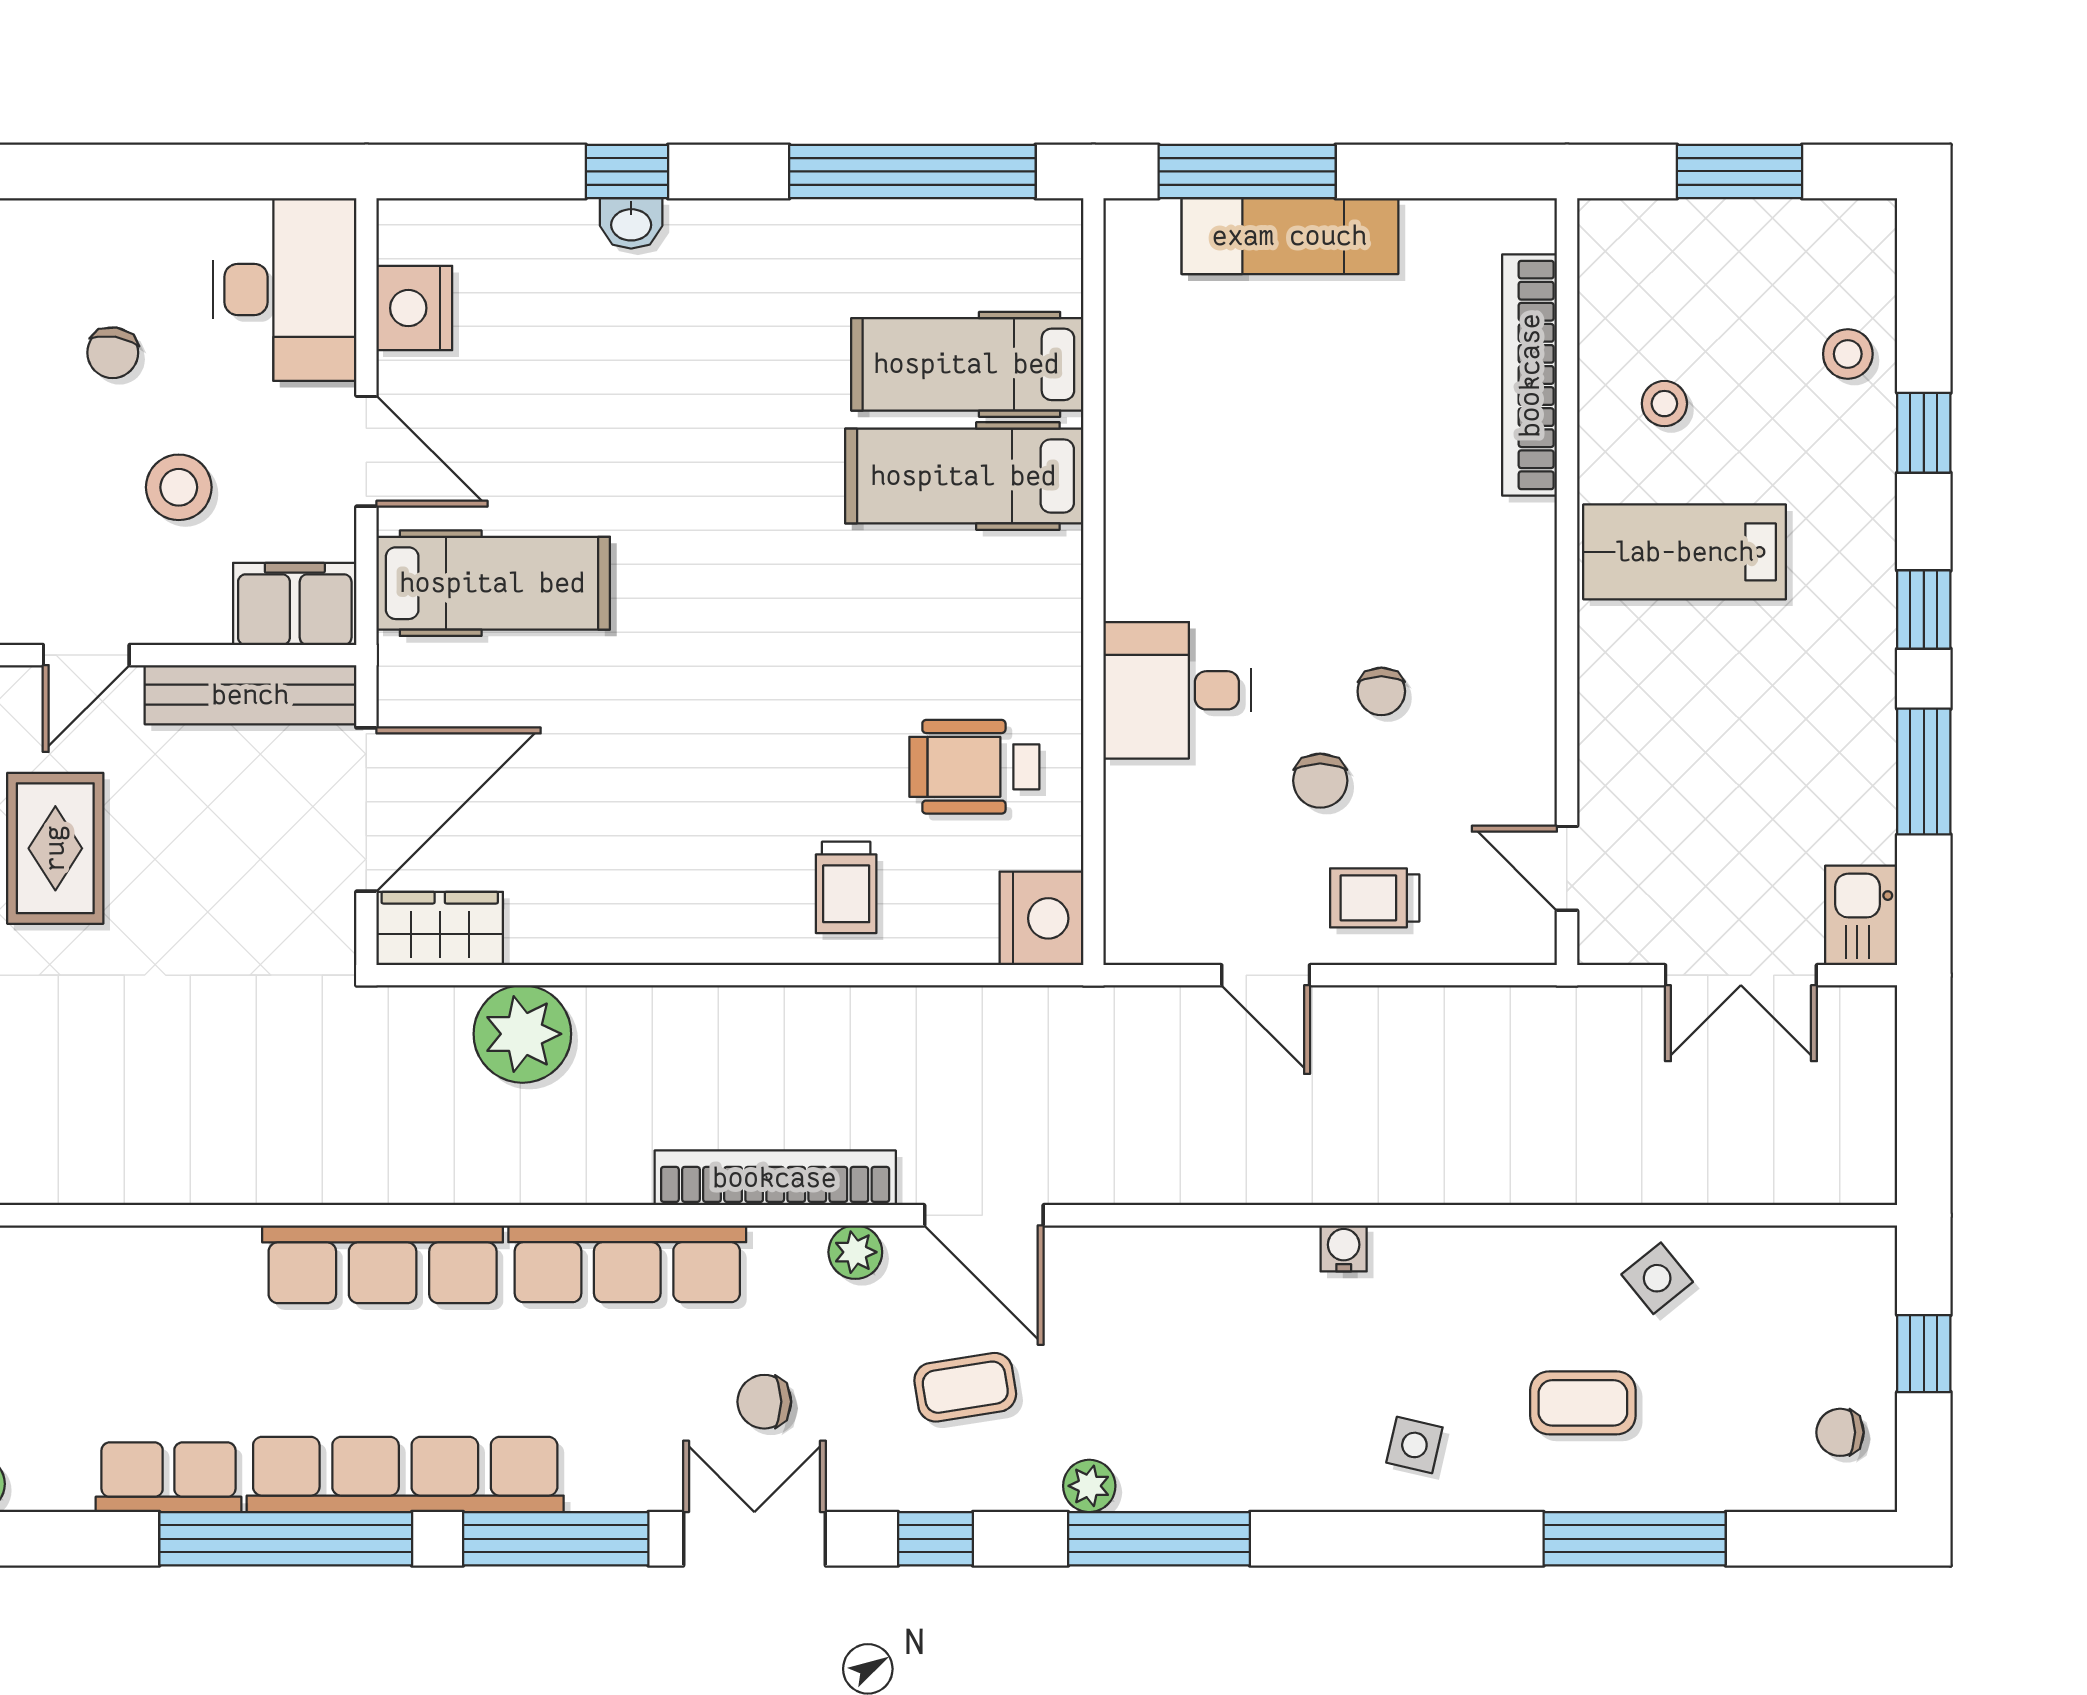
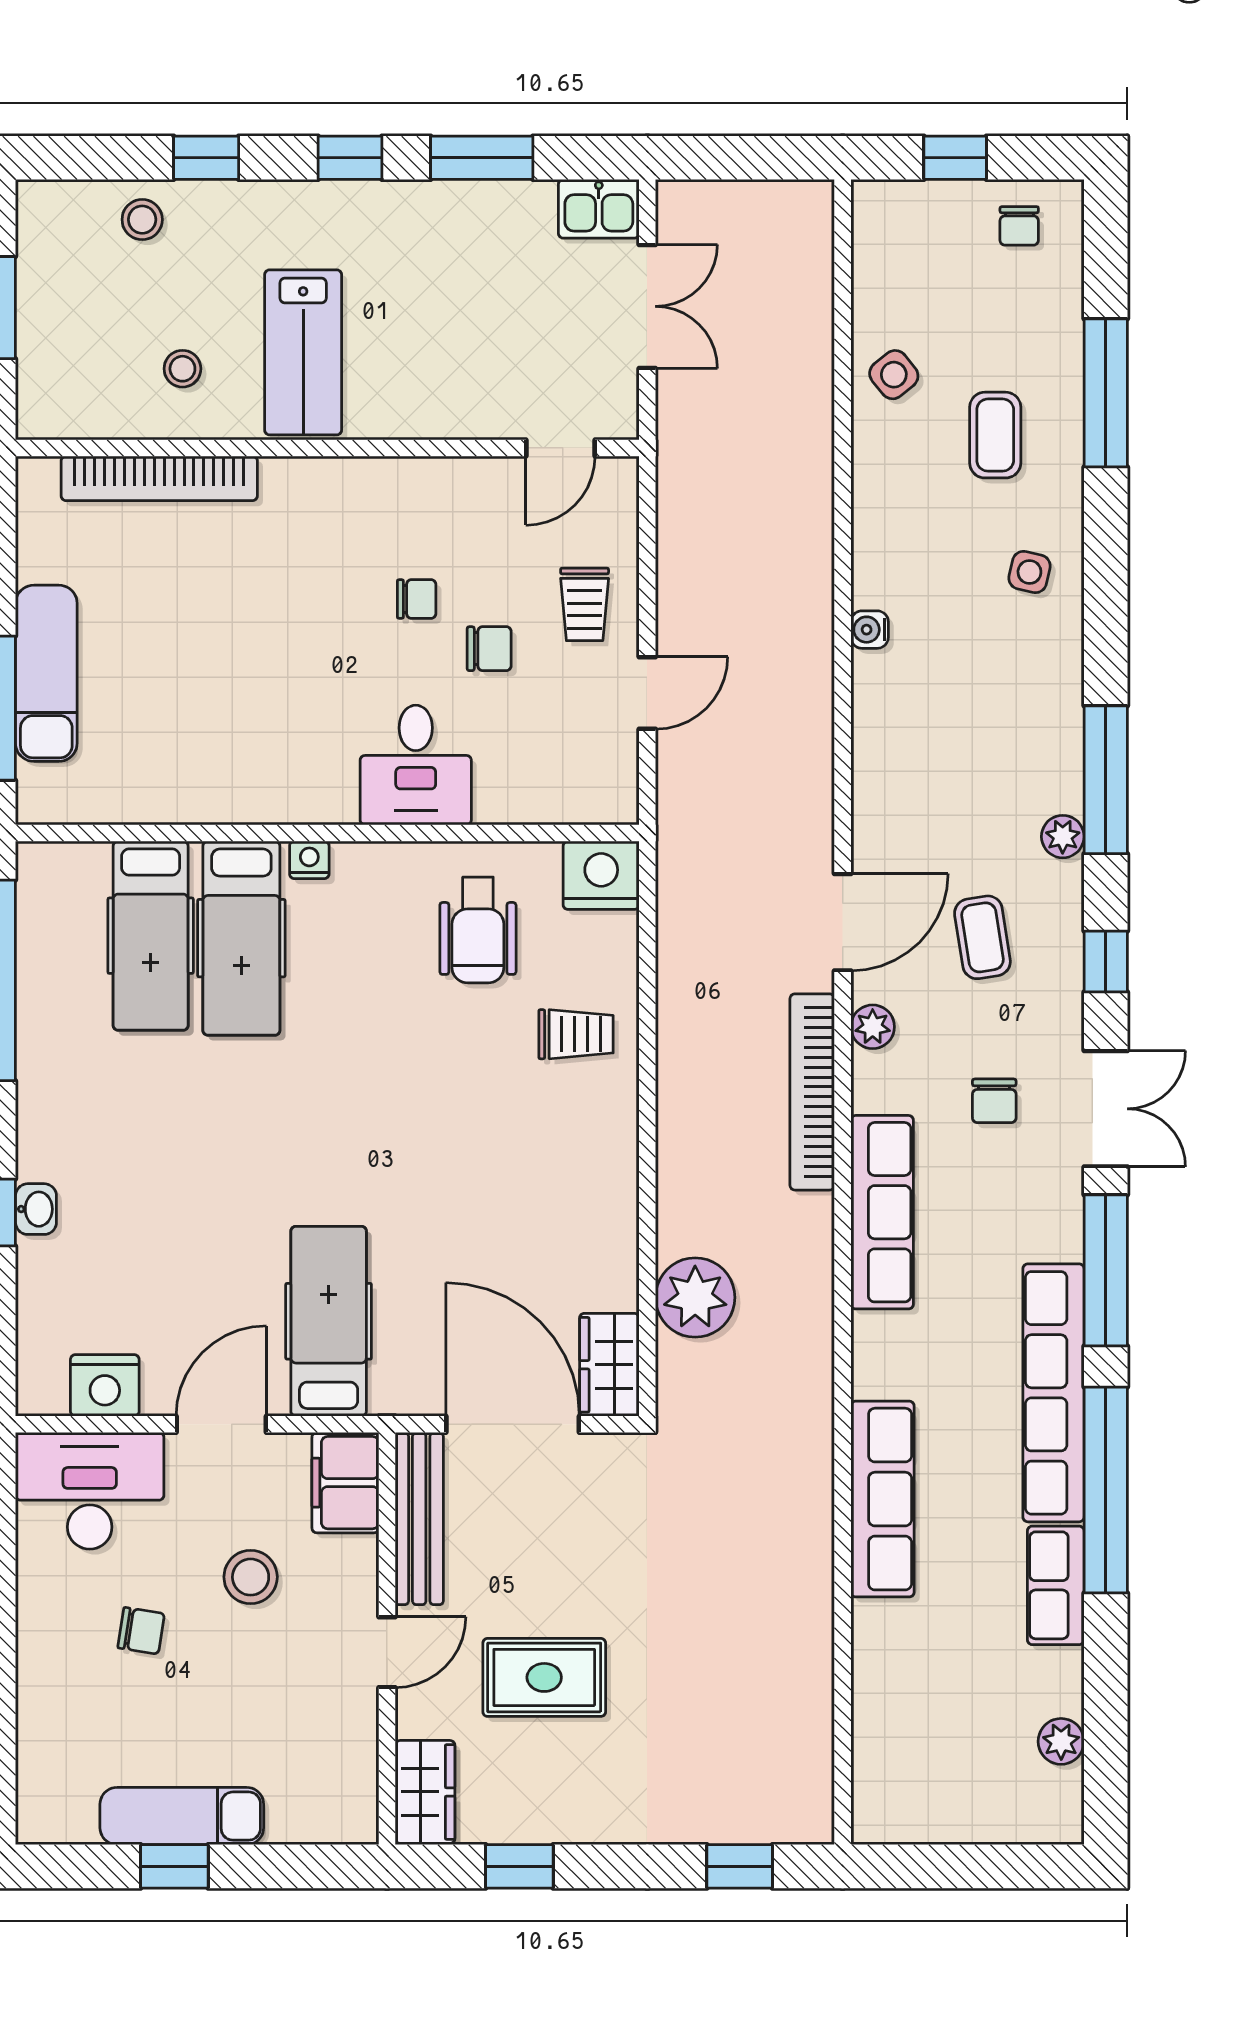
nightstand: (1060, 560) -> (309, 860), added
door: (86, 655) -> (387, 1652), hinge flipped
row of seats: (383, 1264) -> (882, 1499), moved
double door: (754, 1539) -> (1106, 1109), swing flipped

